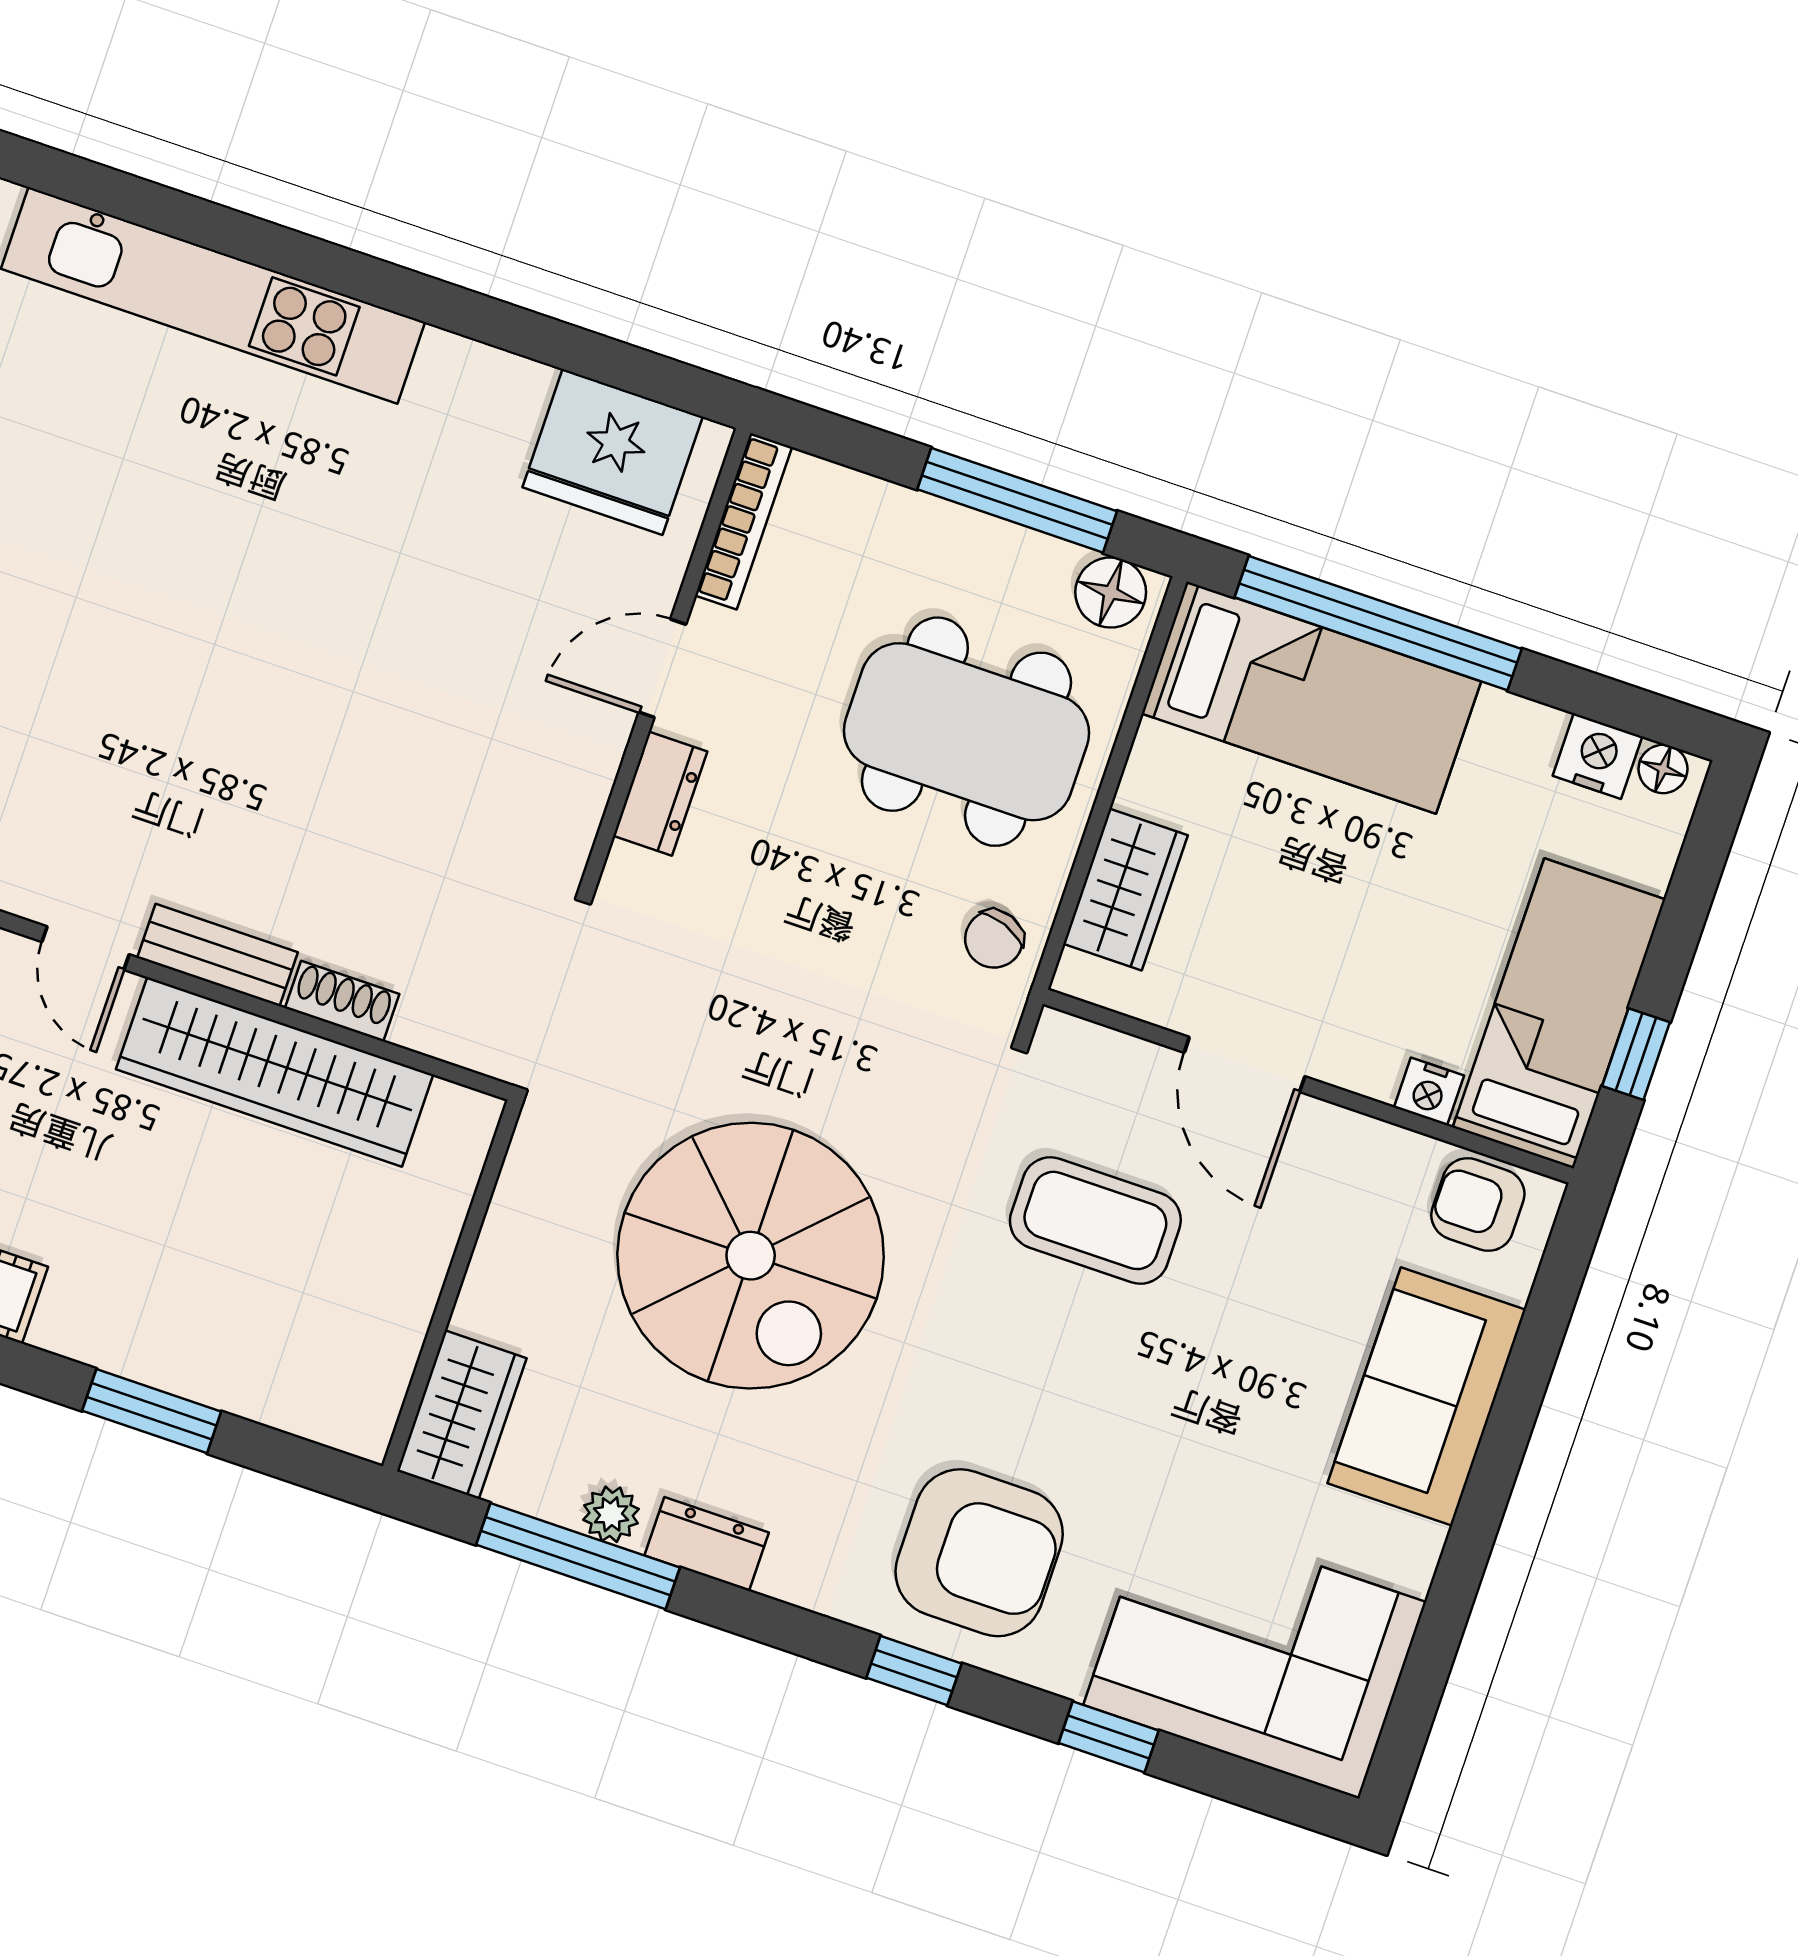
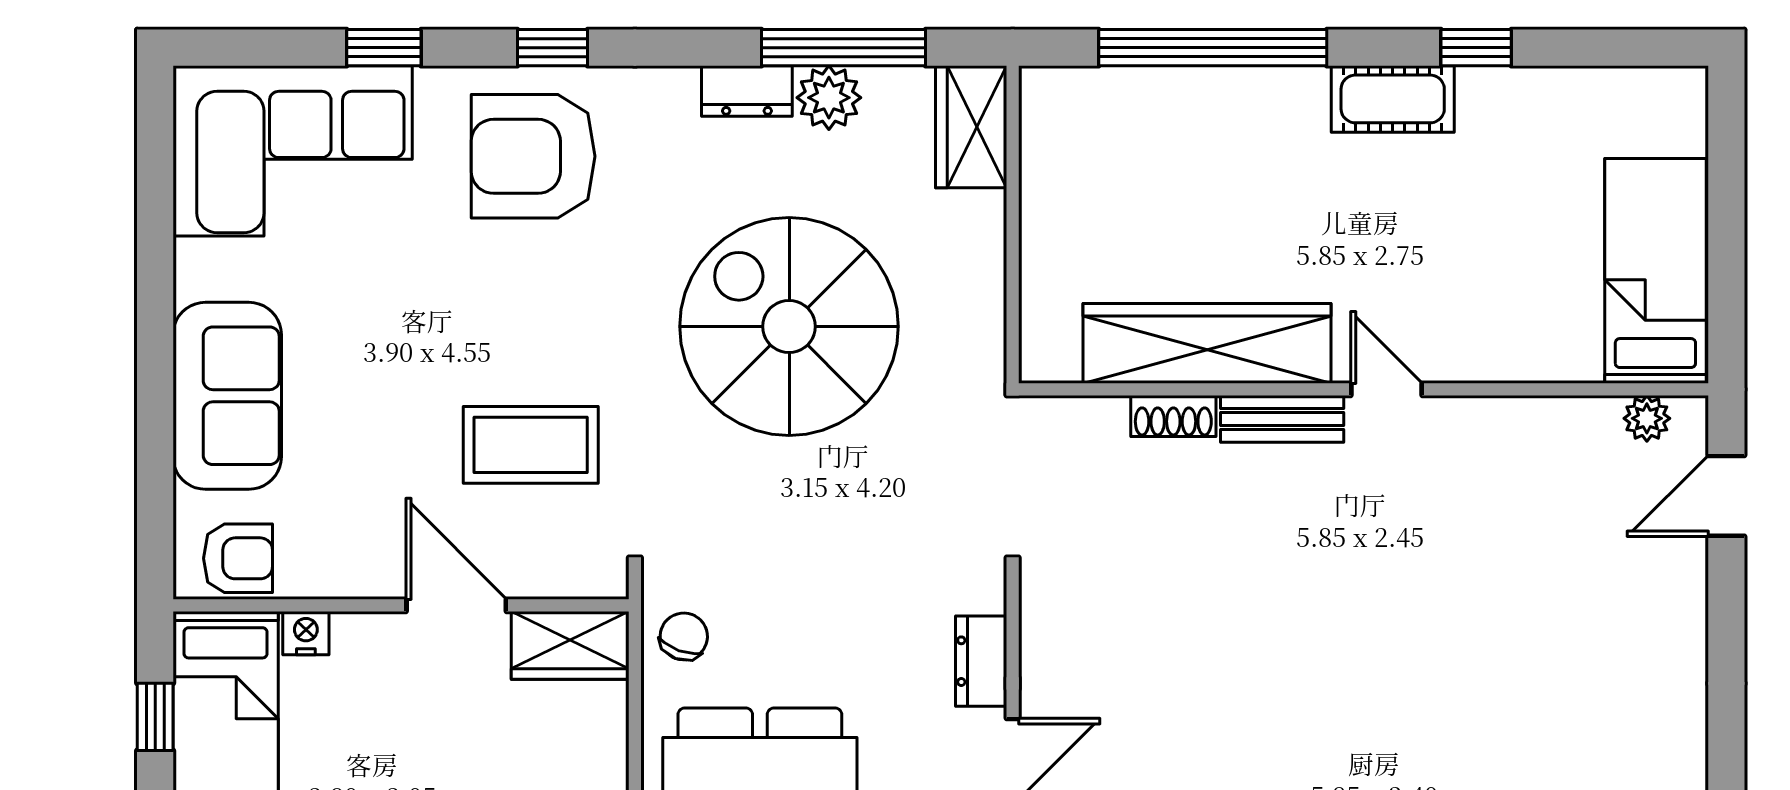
wardrobe: (1125, 889) -> (570, 645), moved, turned -90
window: (152, 1411) -> (1213, 48), width x2.11
plant: (611, 1514) -> (829, 98), width x1.38, depth x1.38

